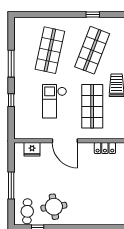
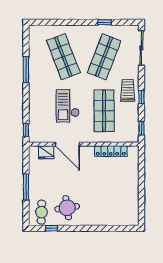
shop shelf: (50, 50) -> (63, 57), turned -33
window: (11, 100) -> (26, 130), moved
door: (65, 141) -> (67, 144), moved
locker: (105, 148) -> (111, 151), width x1.53

